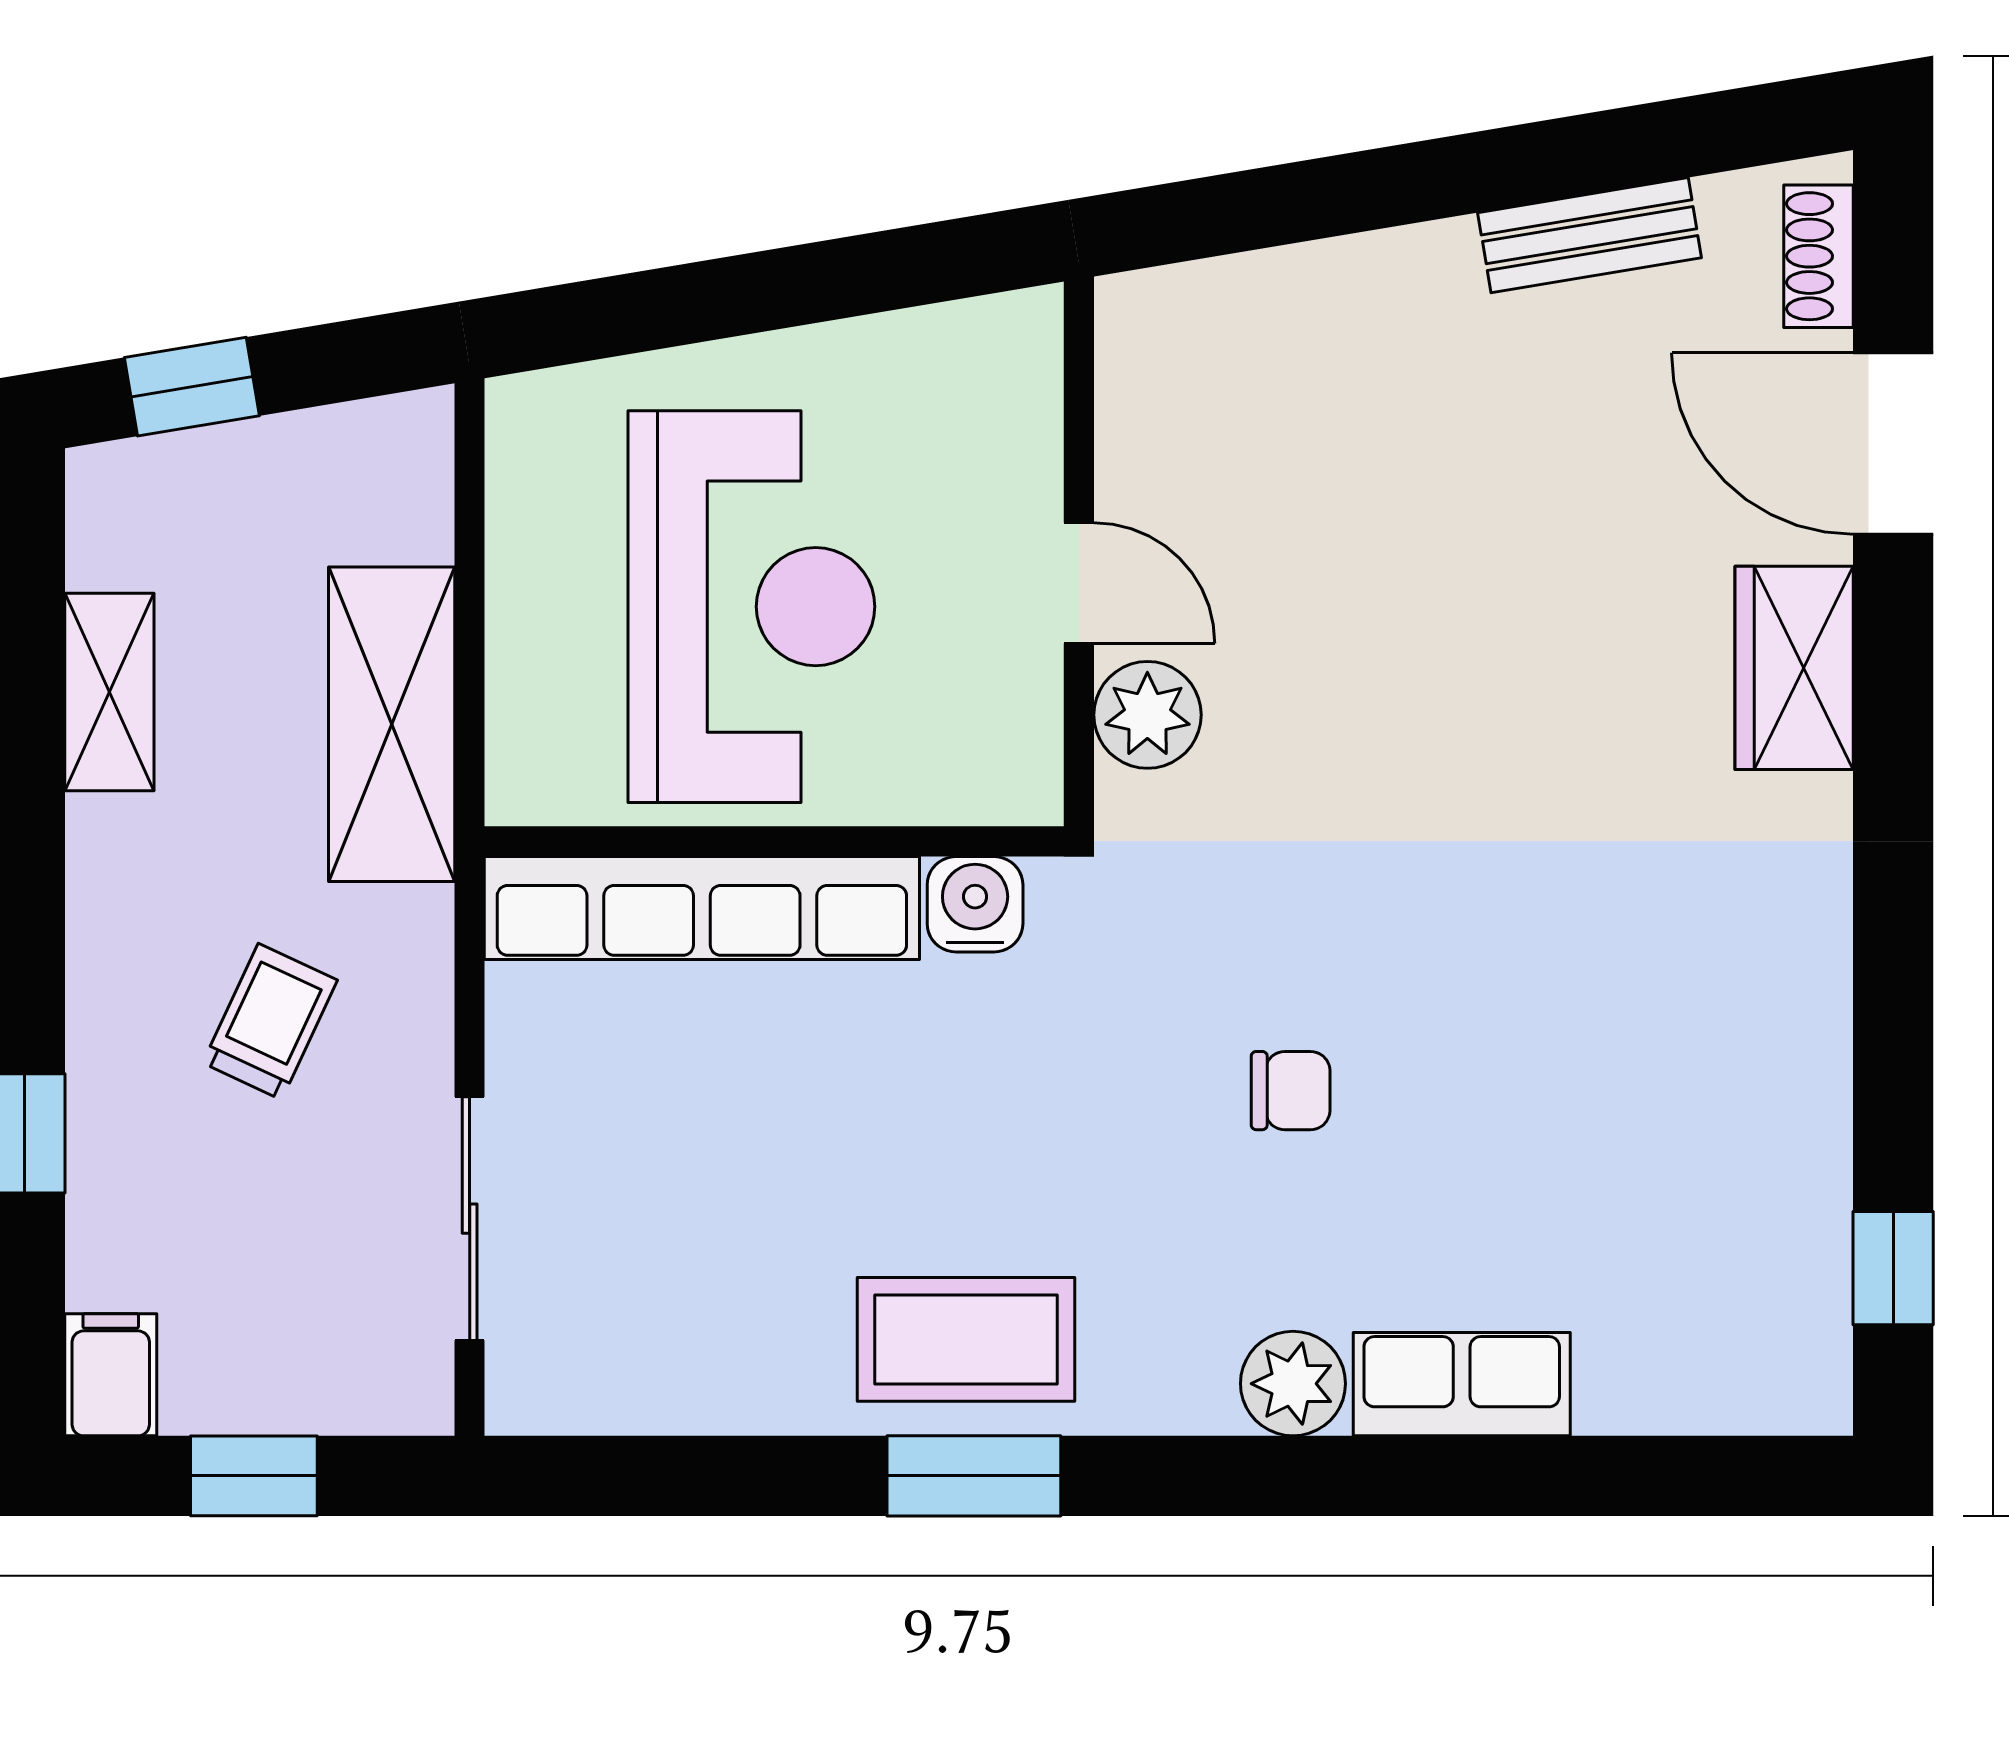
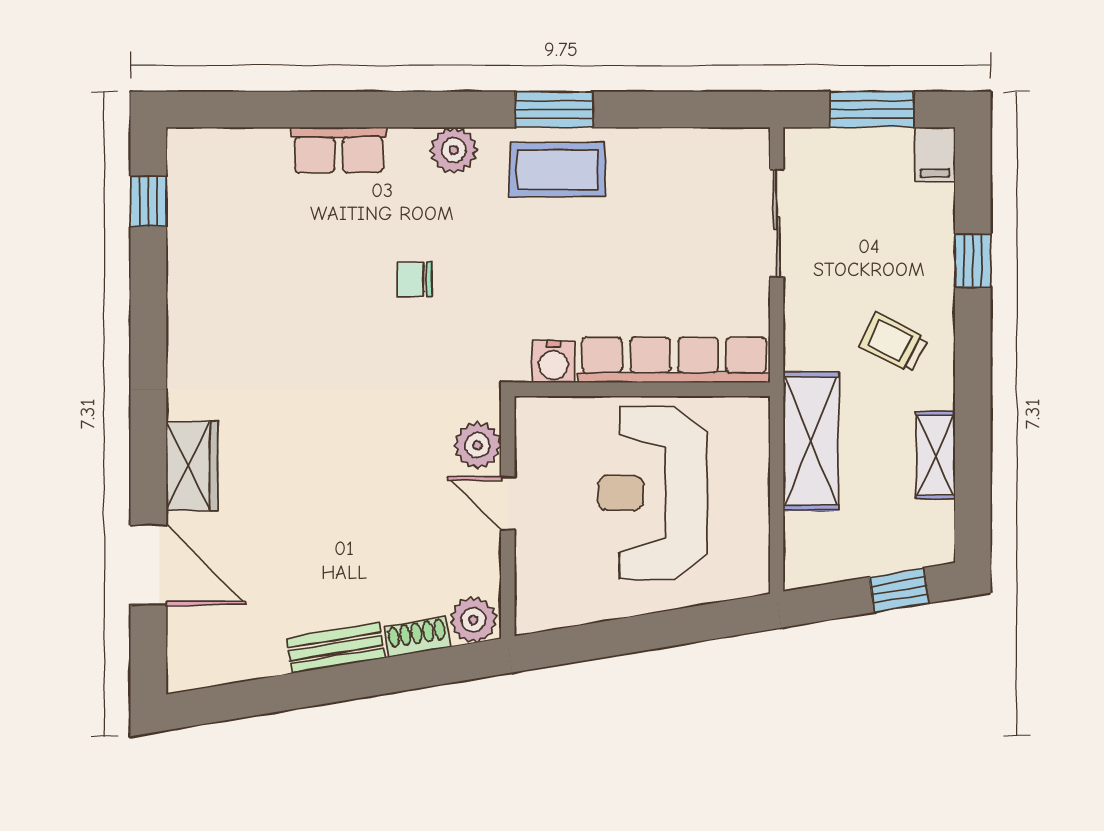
bench: (1590, 235) -> (336, 648), moved
shoe rack: (1819, 256) -> (417, 637), moved, turned -99
plant: (1157, 319) -> (473, 620), added
trolley: (270, 1021) -> (893, 342), moved, turned 92
plant: (1293, 1384) -> (454, 150), moved
window: (254, 1476) -> (872, 109), width x1.50

